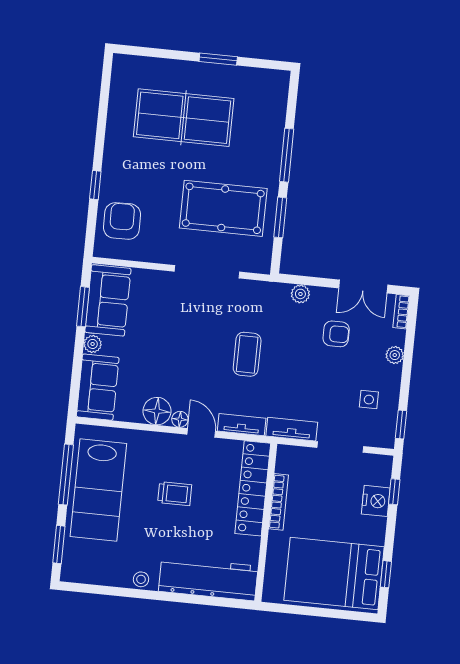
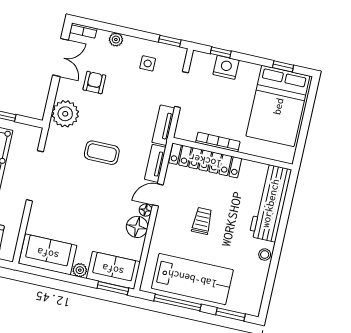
plant: (300, 294) -> (65, 114), width x1.88, depth x1.88
window: (83, 307) -> (113, 288), moved

